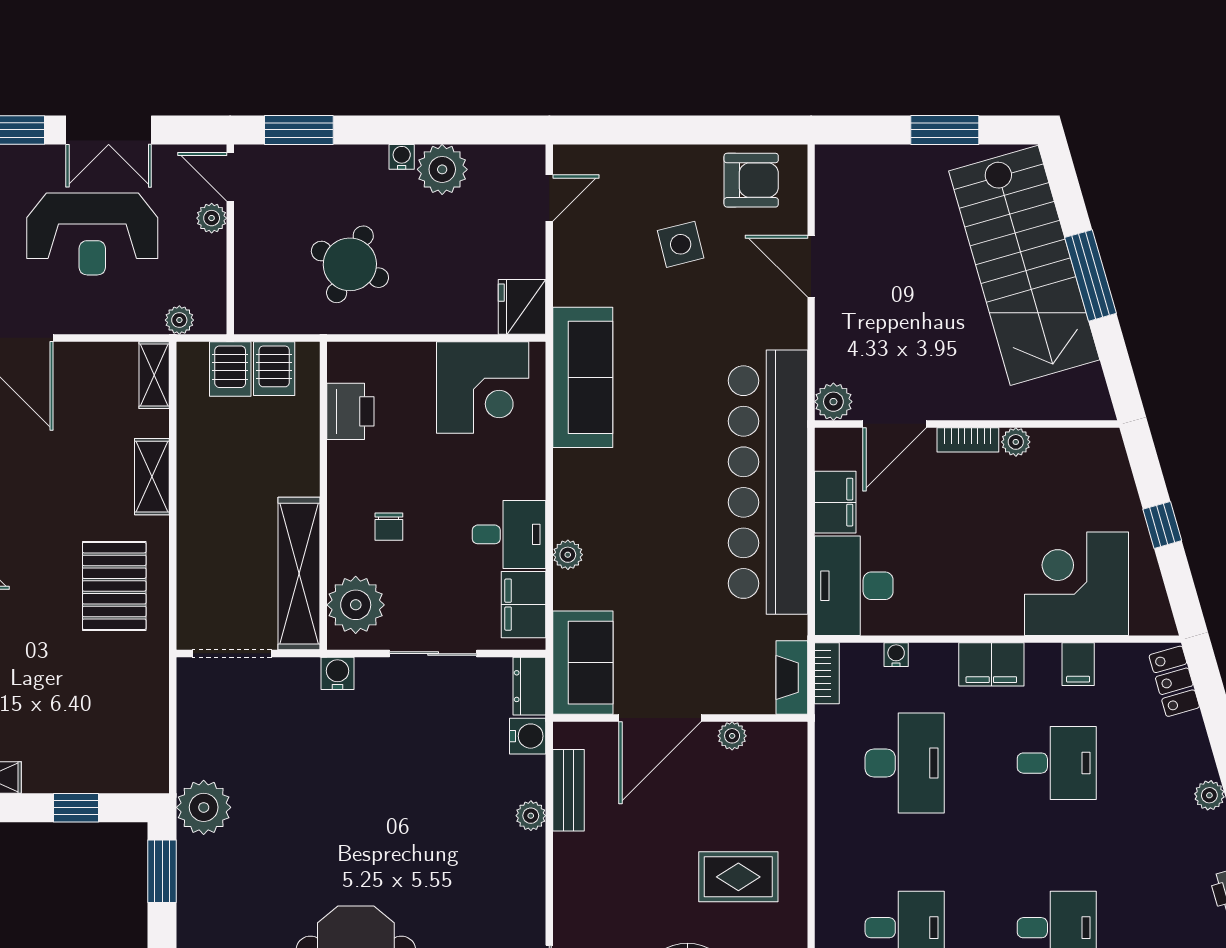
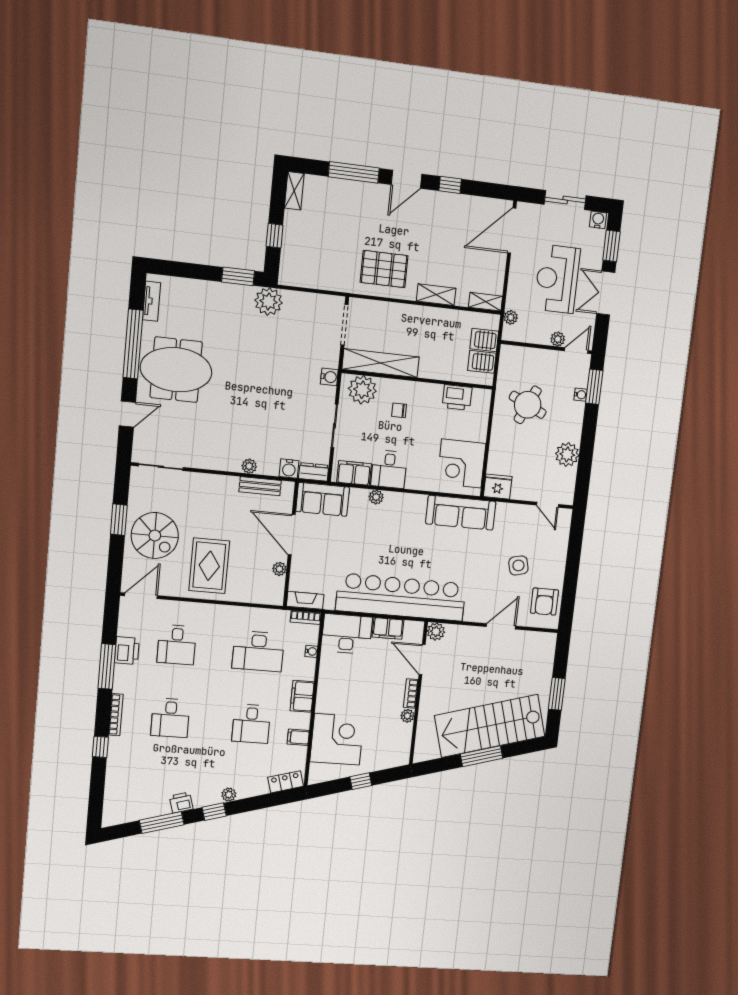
water cooler: (402, 157) -> (580, 395), moved
rug: (738, 877) -> (209, 566), width x1.36, depth x1.43

